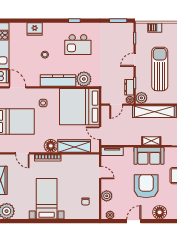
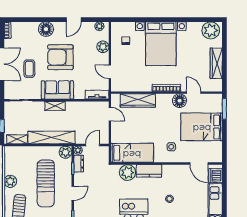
kitchen counter: (58, 81) -> (149, 171), width x0.67
bed: (79, 107) -> (132, 153), width x0.49
floor lamp: (51, 146) -> (179, 101), moved
armchair: (146, 186) -> (60, 57), turned 90
bed with nightstands: (47, 199) -> (161, 44), width x1.36

